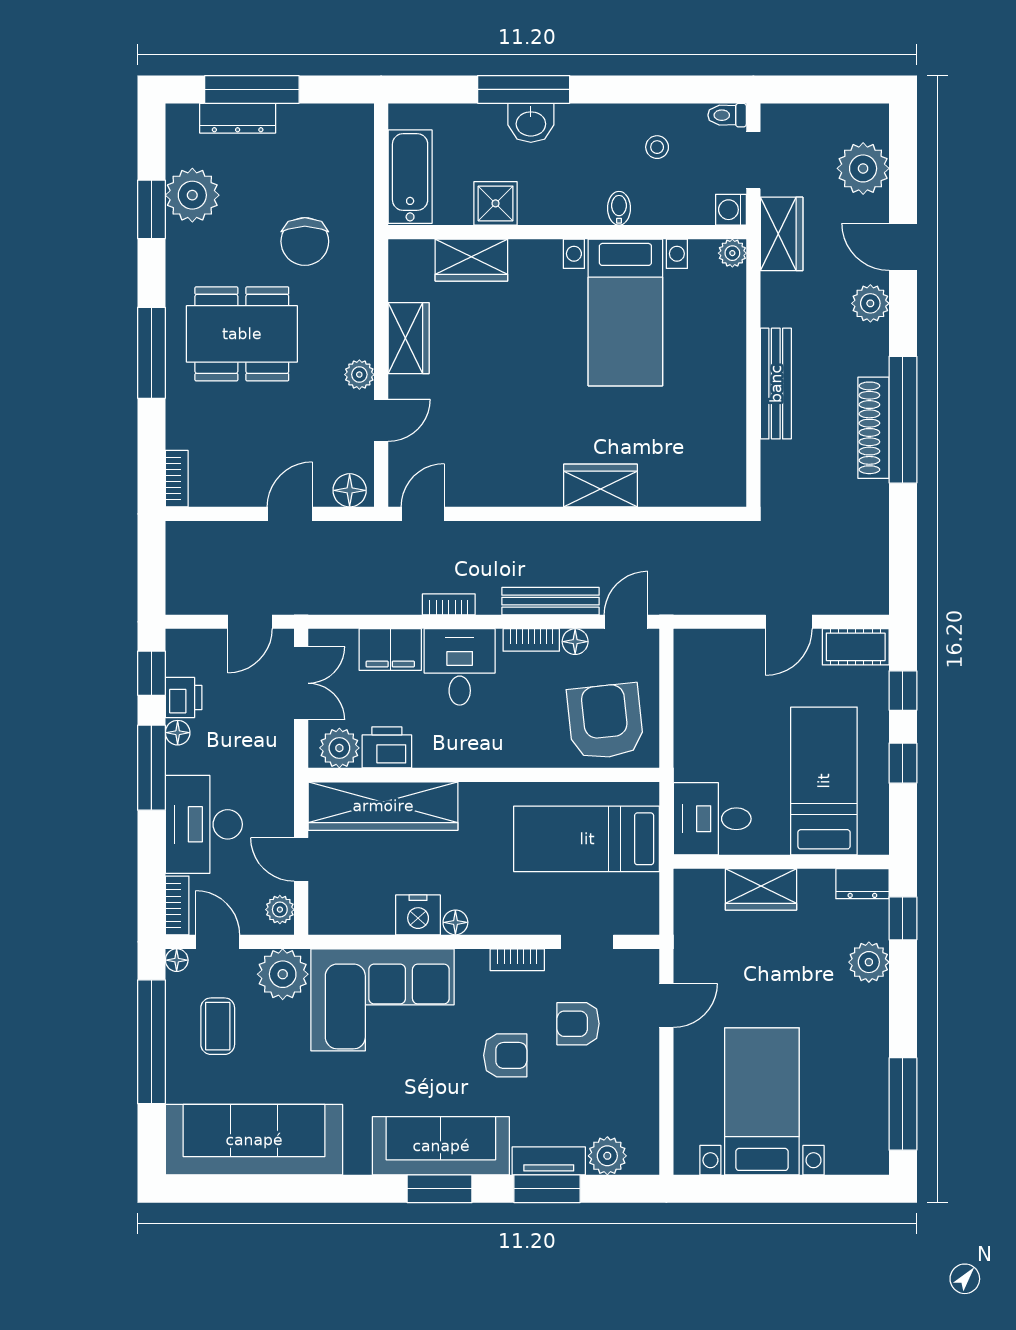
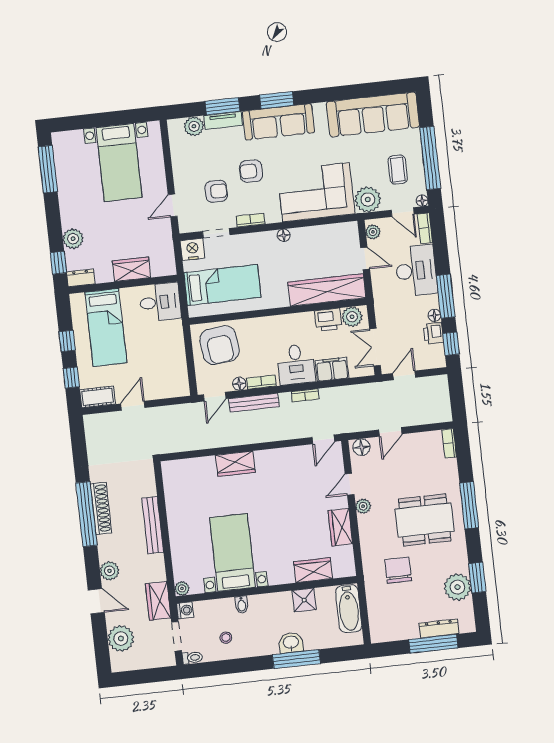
nightstand: (418, 915) -> (193, 249), moved

